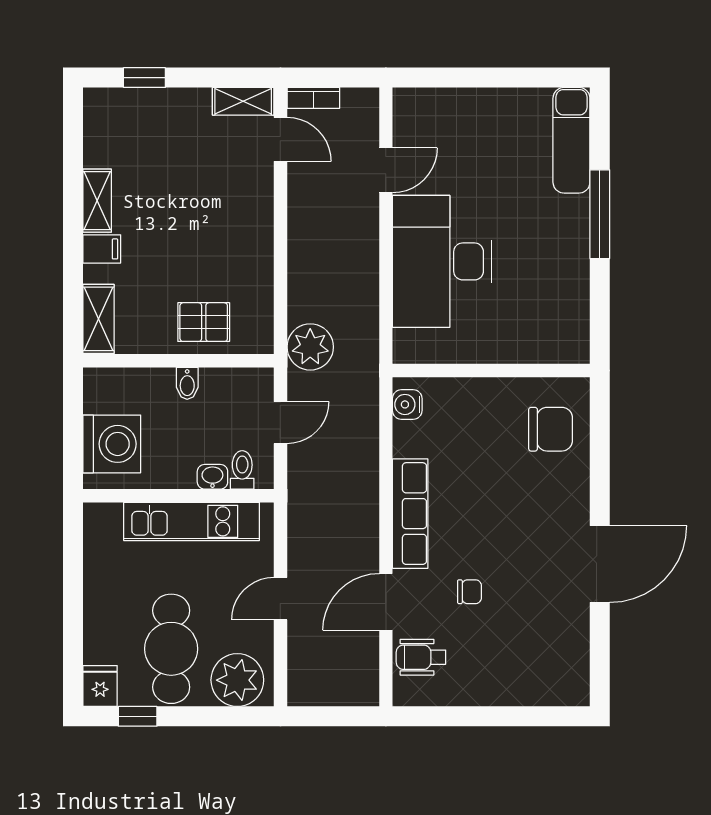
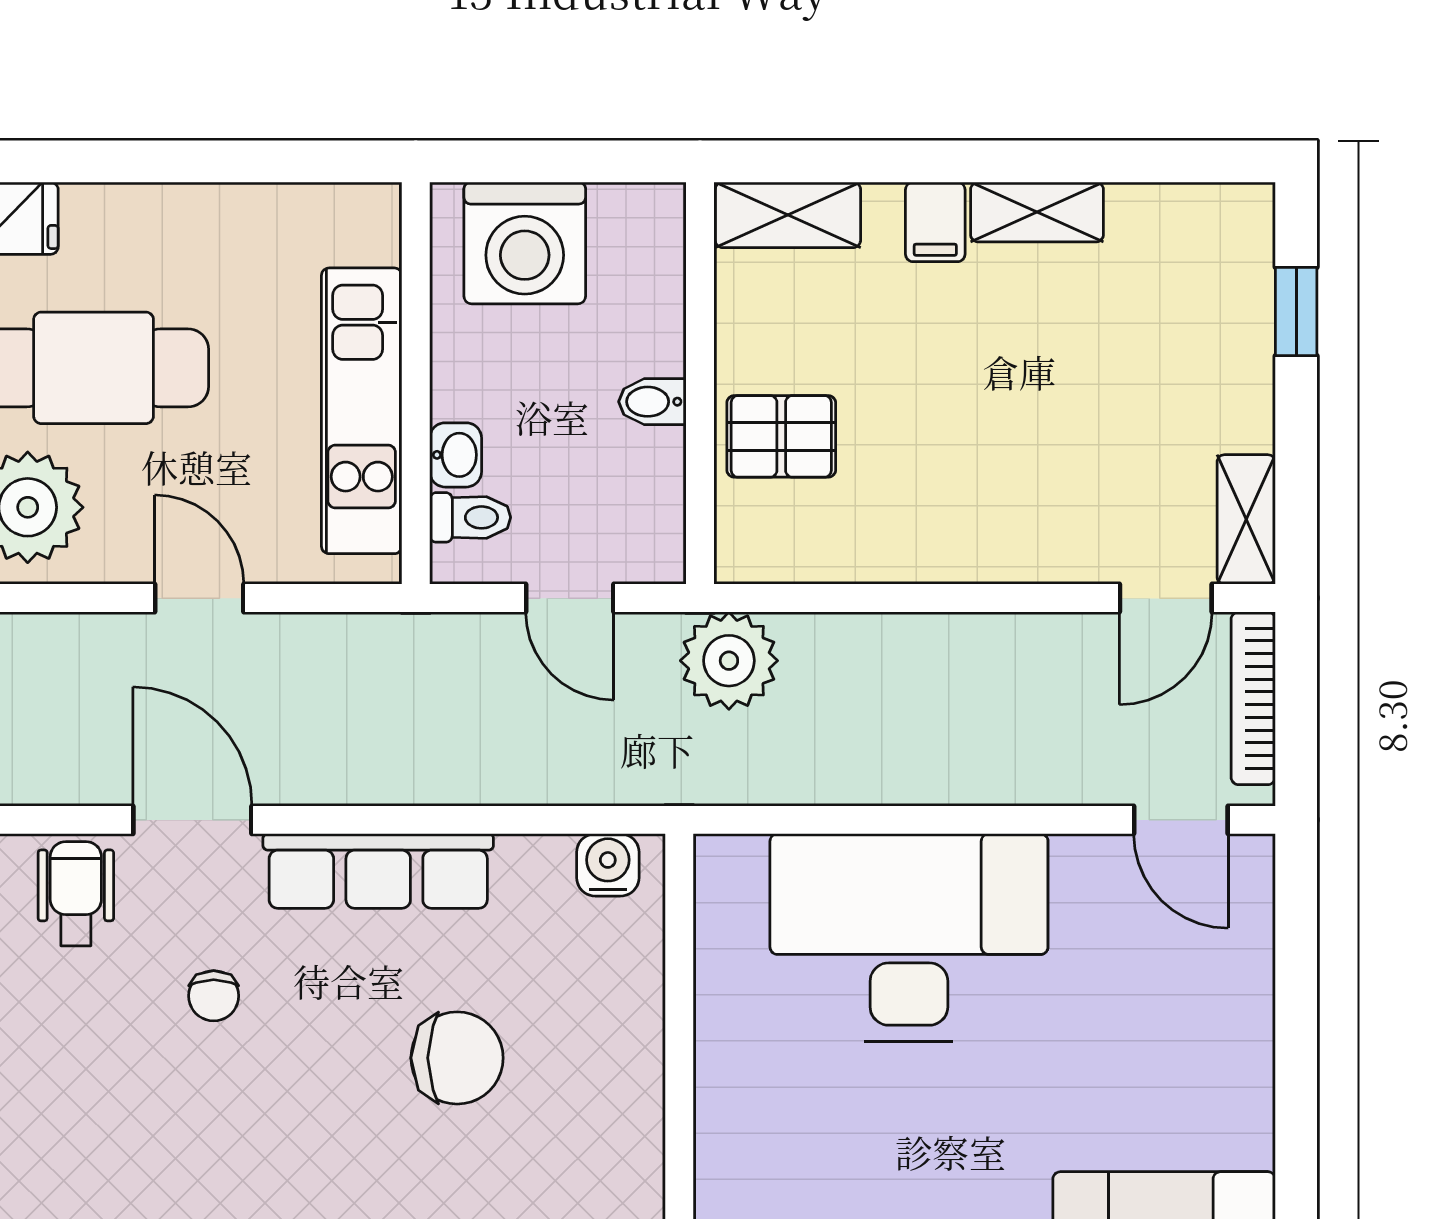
bookcase: (313, 98) -> (1253, 698), width x1.56
door: (386, 170) -> (1181, 820), moved
pallet: (204, 322) -> (781, 436), turned 90
chair: (551, 429) -> (457, 1058), moved, turned -90

